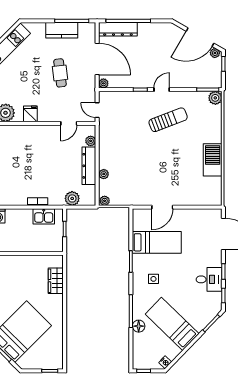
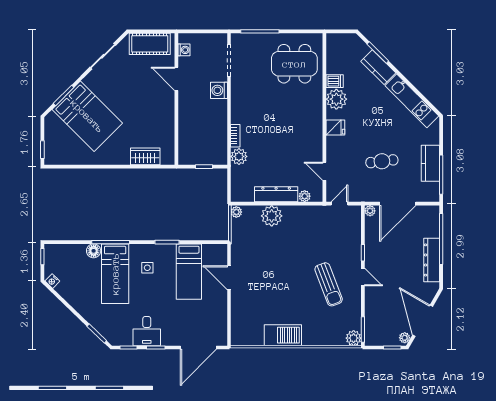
dresser: (118, 29) -> (432, 260), moved
plant: (104, 174) -> (272, 216), width x1.88, depth x1.88
plant: (72, 198) -> (239, 156), moved
kitchen sink: (44, 216) -> (218, 143), removed
bed: (172, 324) -> (115, 274), moved, turned 136

